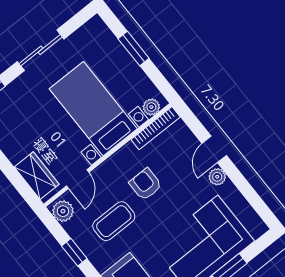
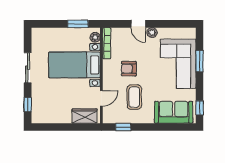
window: (134, 48) -> (78, 24), moved
door: (78, 179) -> (101, 98), hinge flipped
plant: (63, 211) -> (111, 117), removed
window: (74, 252) -> (123, 127), moved

